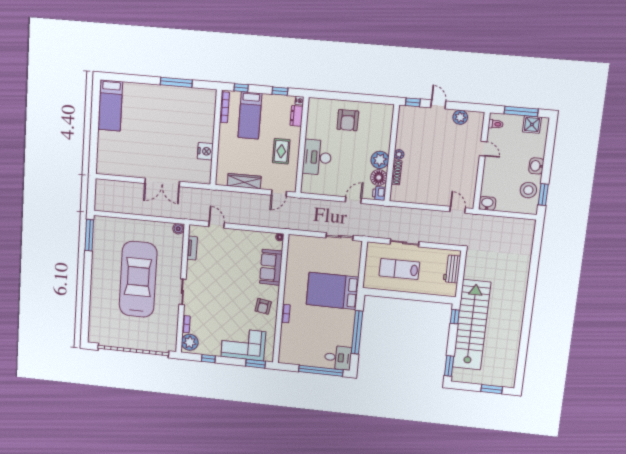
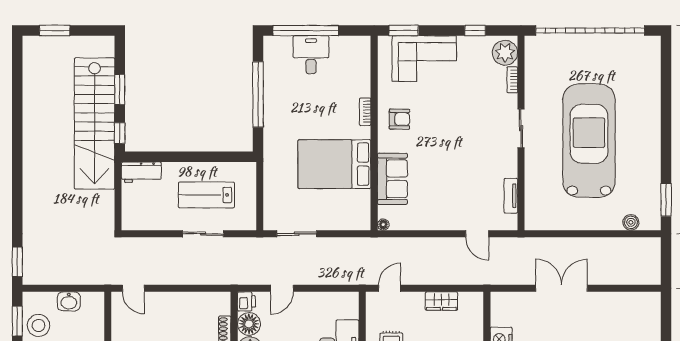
wardrobe: (244, 181) -> (441, 301), width x0.67
washbasin: (487, 203) -> (69, 301), moved
boiler: (178, 229) -> (631, 222), moved
window: (89, 235) -> (666, 200), width x0.69
window: (538, 236) -> (17, 262), added
lab bench: (399, 269) -> (206, 195), turned 180
workbench: (452, 269) -> (141, 172), moved, turned 90
car: (138, 279) -> (589, 141), turned 180
bed: (333, 291) -> (334, 164), moved, turned 180
armchair: (263, 306) -> (399, 119), turned 81
desk: (338, 358) -> (311, 55), moved, turned 90
window: (449, 366) -> (120, 90), moved

